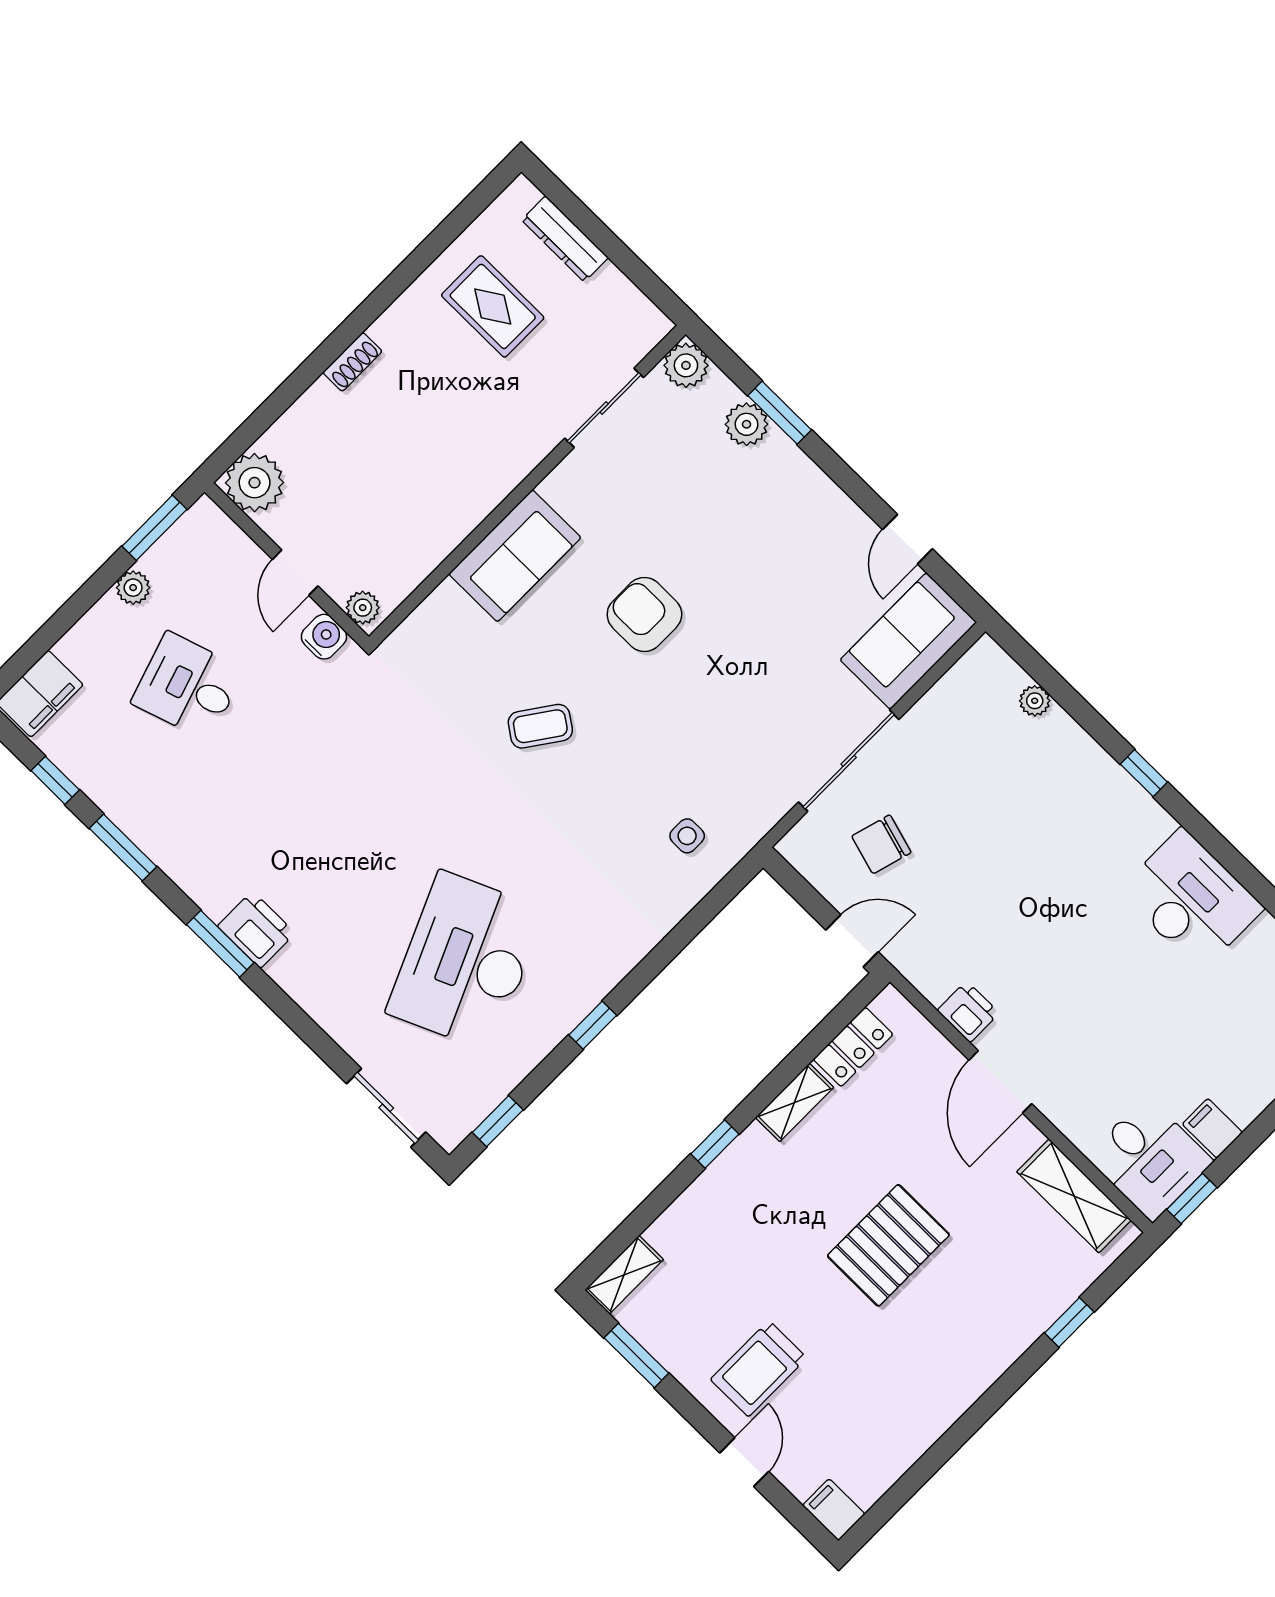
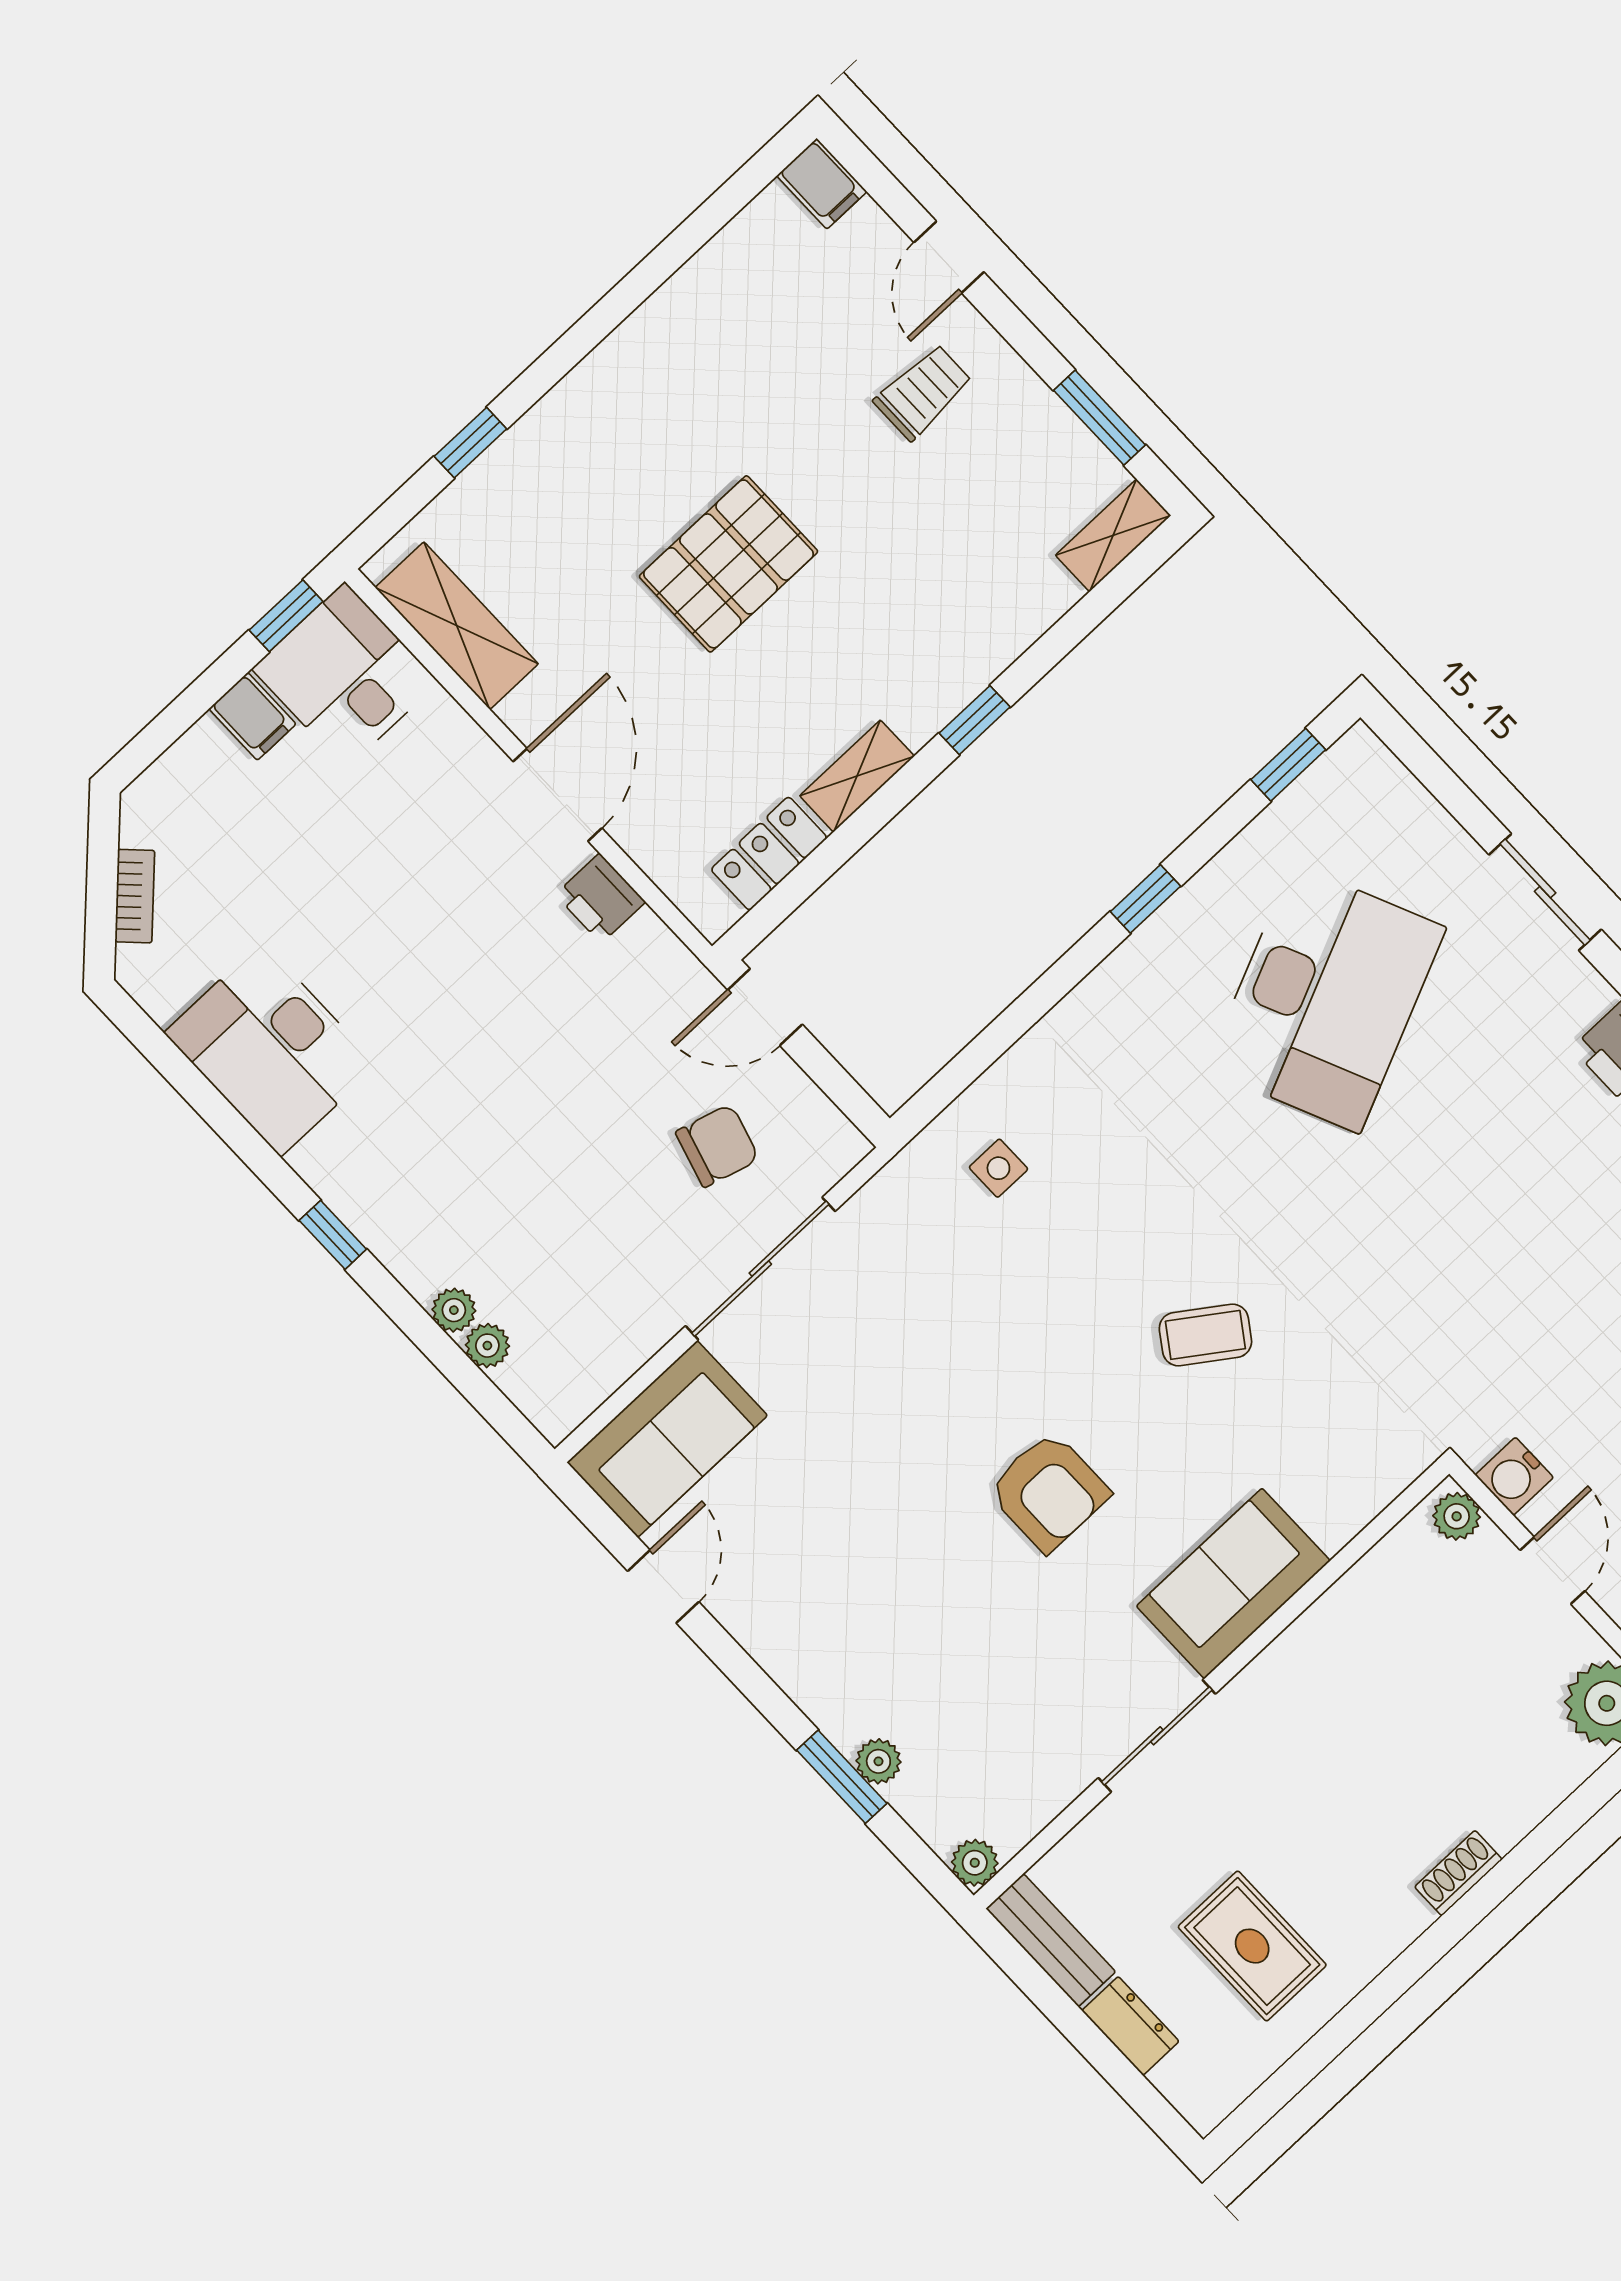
dresser: (565, 239) -> (1130, 2026), width x0.70
bench: (632, 305) -> (1051, 1940), added
plant: (686, 365) -> (975, 1863), width x0.73, depth x0.73
sliding door: (604, 408) -> (1157, 1736), moved
plant: (747, 424) -> (878, 1761), width x0.73, depth x0.73
plant: (1059, 724) -> (454, 1310), added
sliding door: (386, 1108) -> (1545, 892), moved
trolley: (759, 1369) -> (923, 392), width x0.73, depth x0.72

